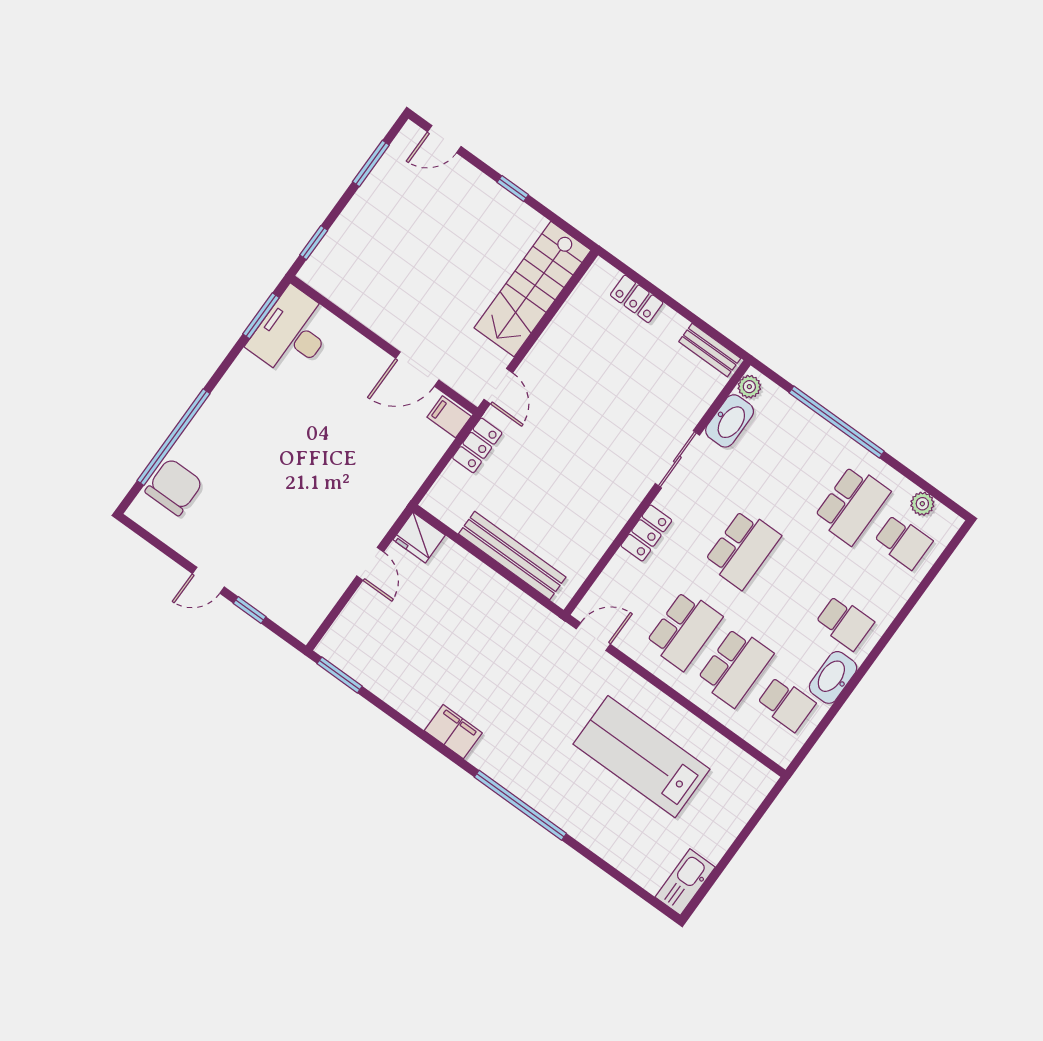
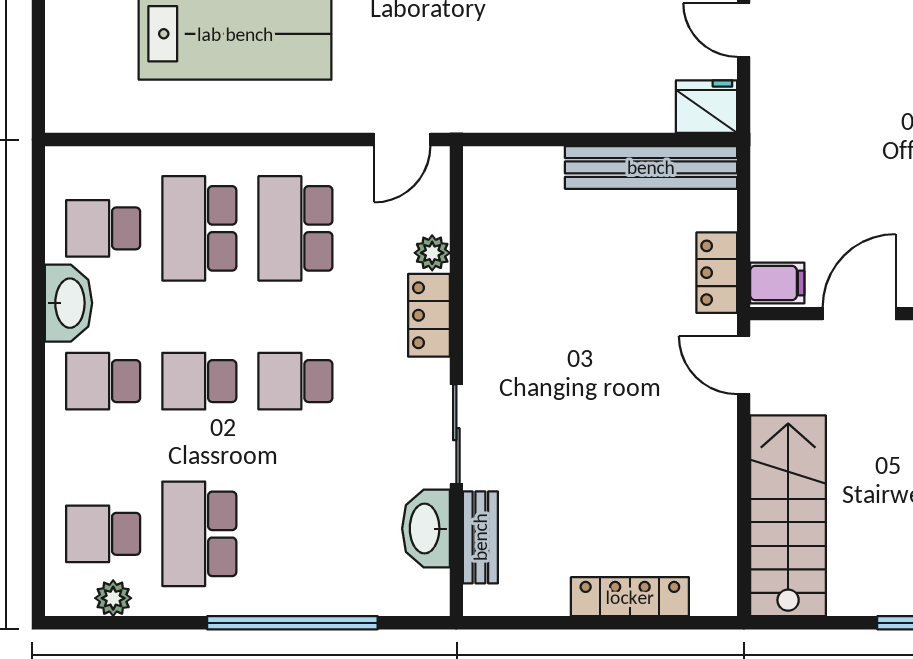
locker: (637, 299) -> (630, 597), width x1.53
bench: (710, 350) -> (480, 537), moved, turned 90
plant: (749, 387) -> (432, 253), moved
school desk: (742, 549) -> (295, 381), width x0.54
bench: (512, 556) -> (651, 167), moved
school desk: (793, 586) -> (199, 381), added

